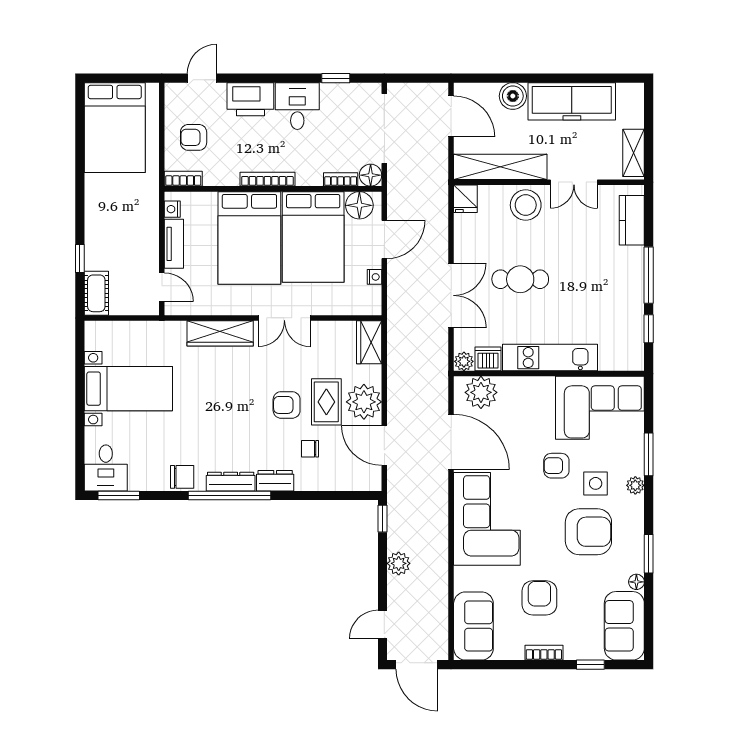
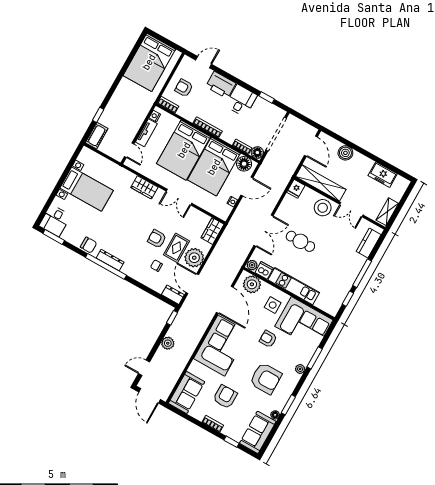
freezer: (572, 101) -> (383, 175), width x0.52, depth x0.79
wardrobe: (220, 333) -> (144, 187), width x0.67
dresser: (275, 481) -> (173, 295), moved
side table: (596, 483) -> (273, 305), moved

